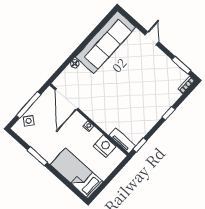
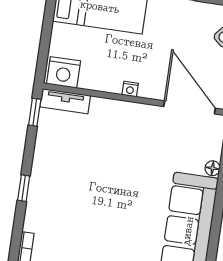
nightstand: (105, 146) -> (63, 72), moved

